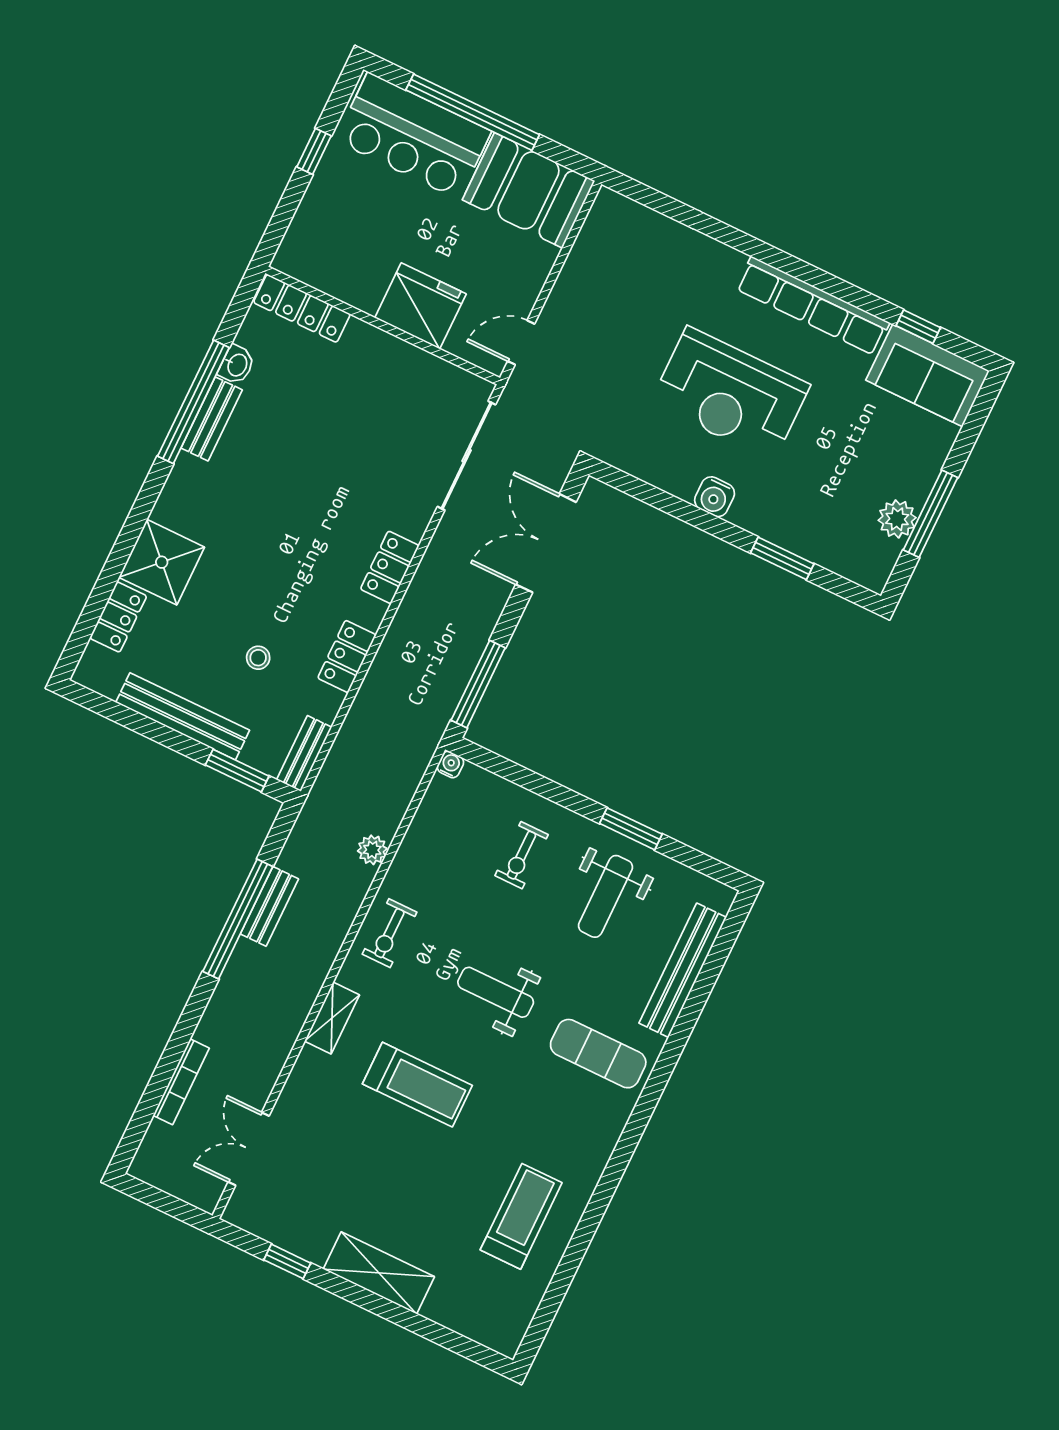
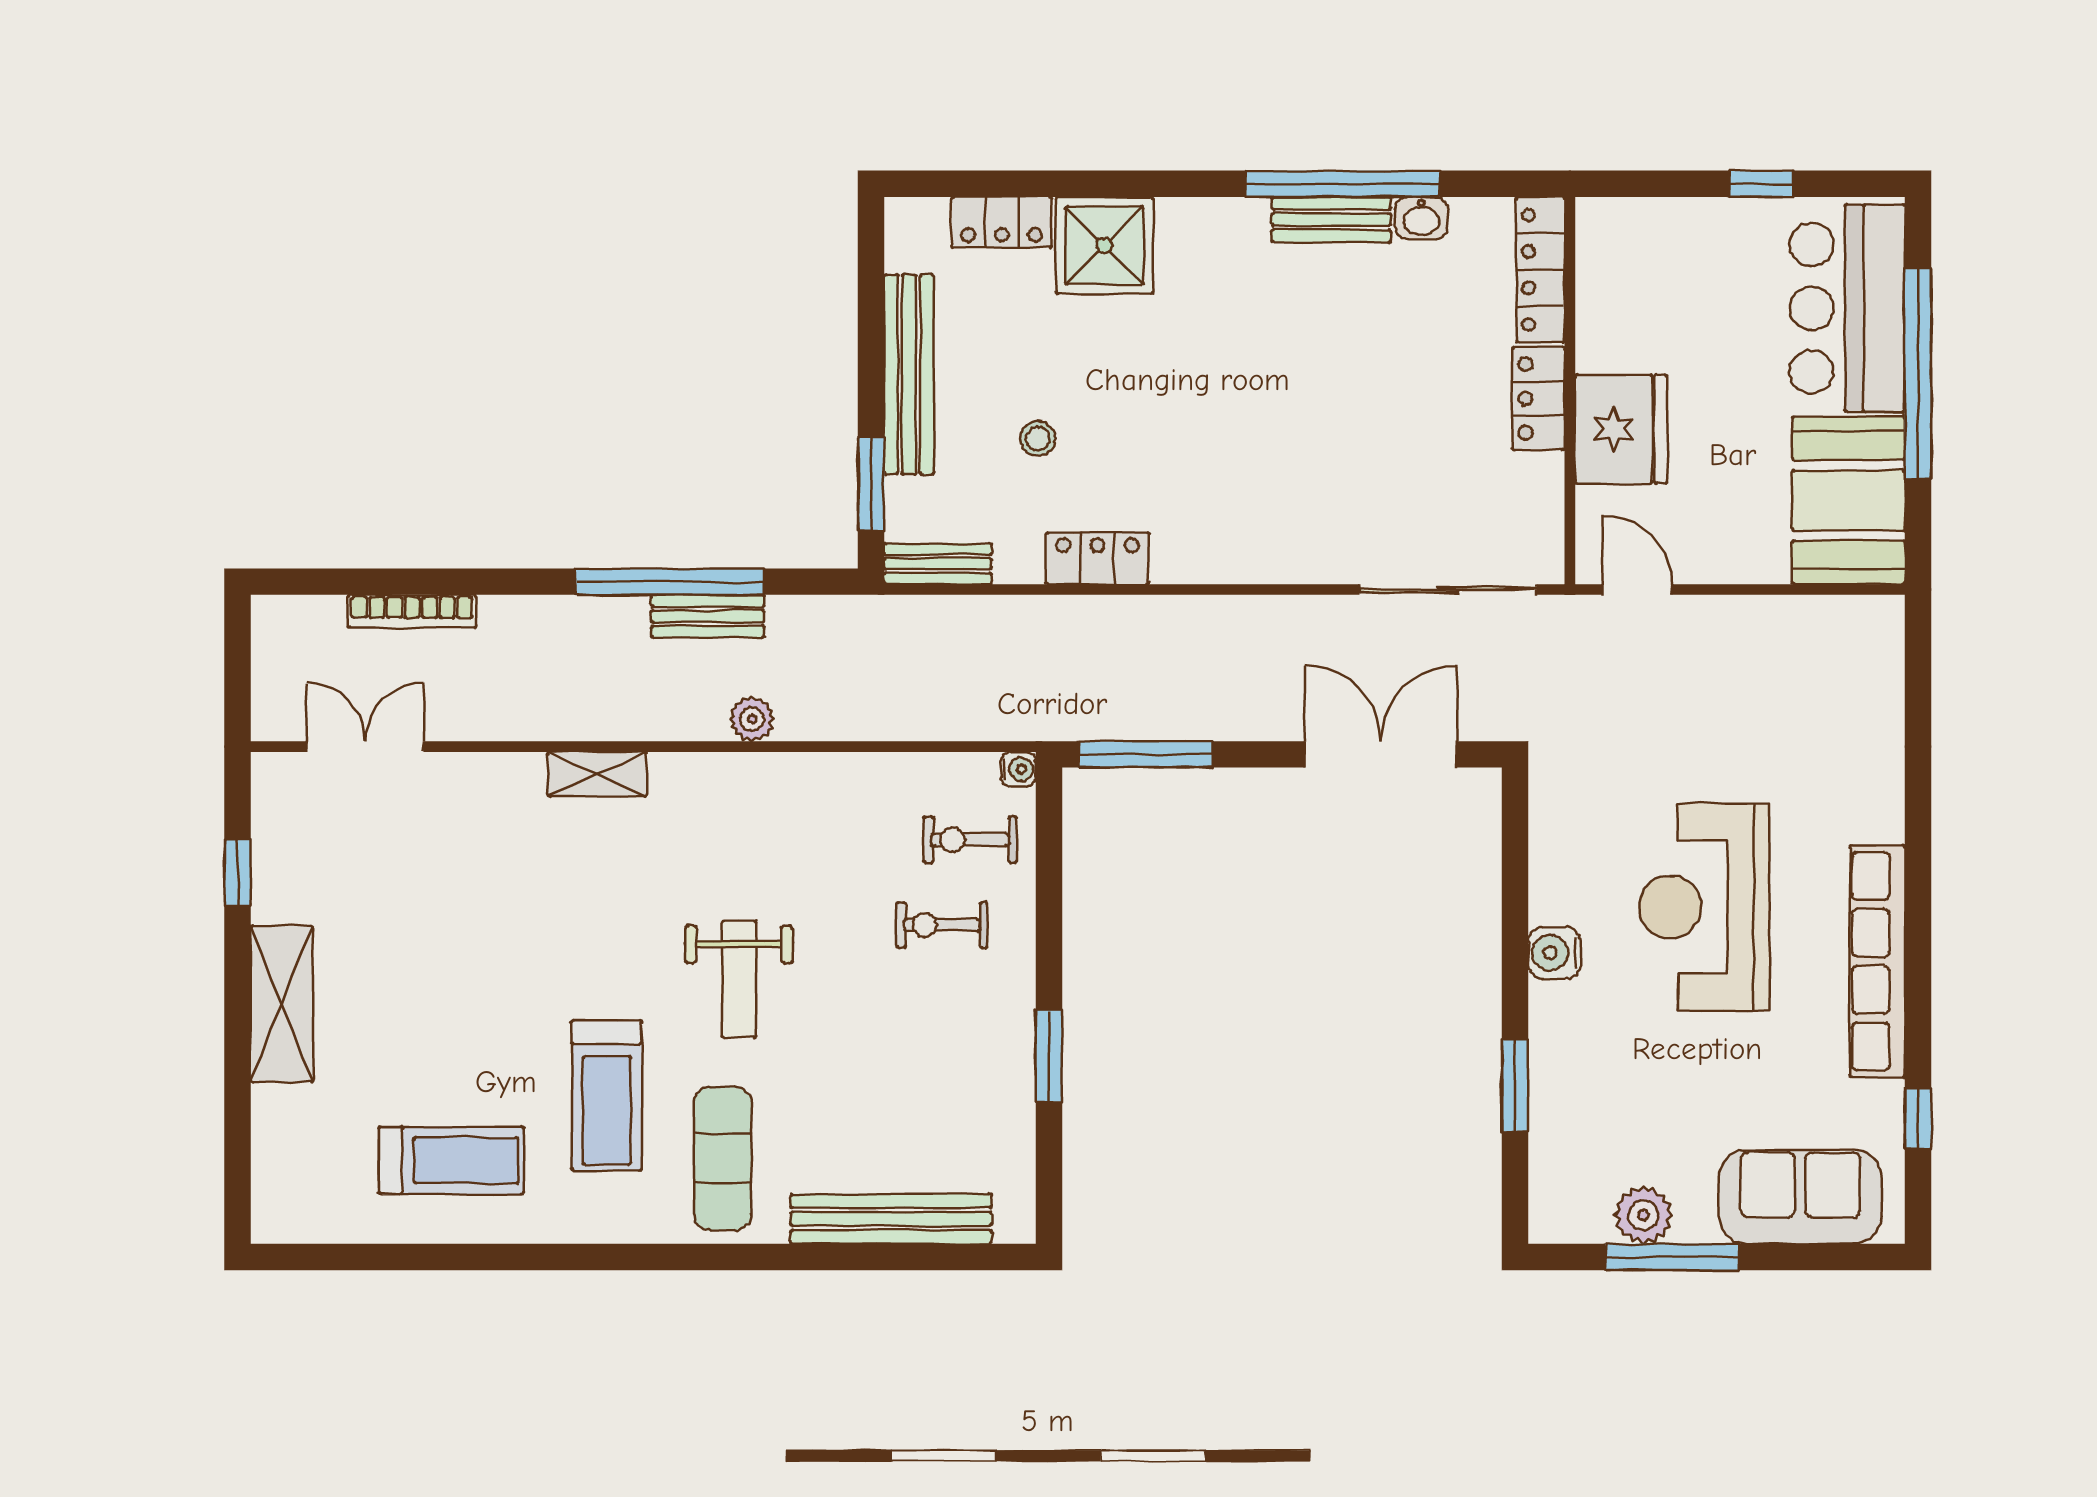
sofa: (928, 375) -> (1800, 1197), moved, turned 90
locker: (390, 567) -> (1539, 398), moved, turned -90
plant: (372, 850) -> (752, 719), moved
weight bench: (605, 896) -> (941, 1066), removed
exercise bike: (390, 933) -> (970, 840), moved
weight bench: (496, 992) -> (739, 979), turned 180
treadmill: (417, 1085) -> (607, 1095), moved

